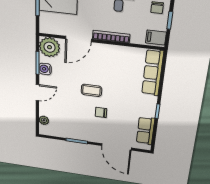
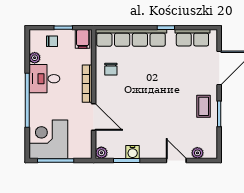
plant: (50, 47) -> (101, 153), width x0.53, depth x0.53
row of seats: (153, 73) -> (131, 38), width x1.36
coffee table: (91, 90) -> (204, 106), moved
door: (37, 93) -> (176, 160), moved
chair: (101, 112) -> (111, 69), moved

